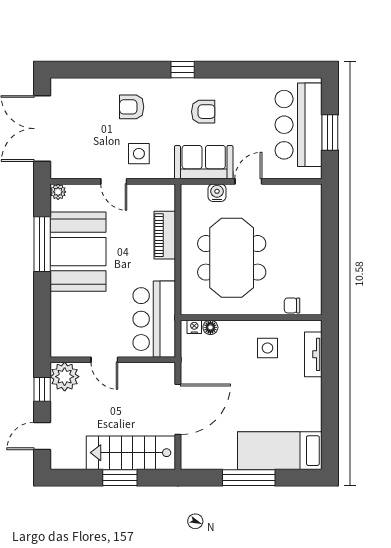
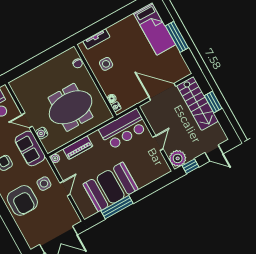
armchair: (132, 107) -> (22, 200), width x1.88, depth x1.88
plant: (58, 192) -> (55, 158), moved

